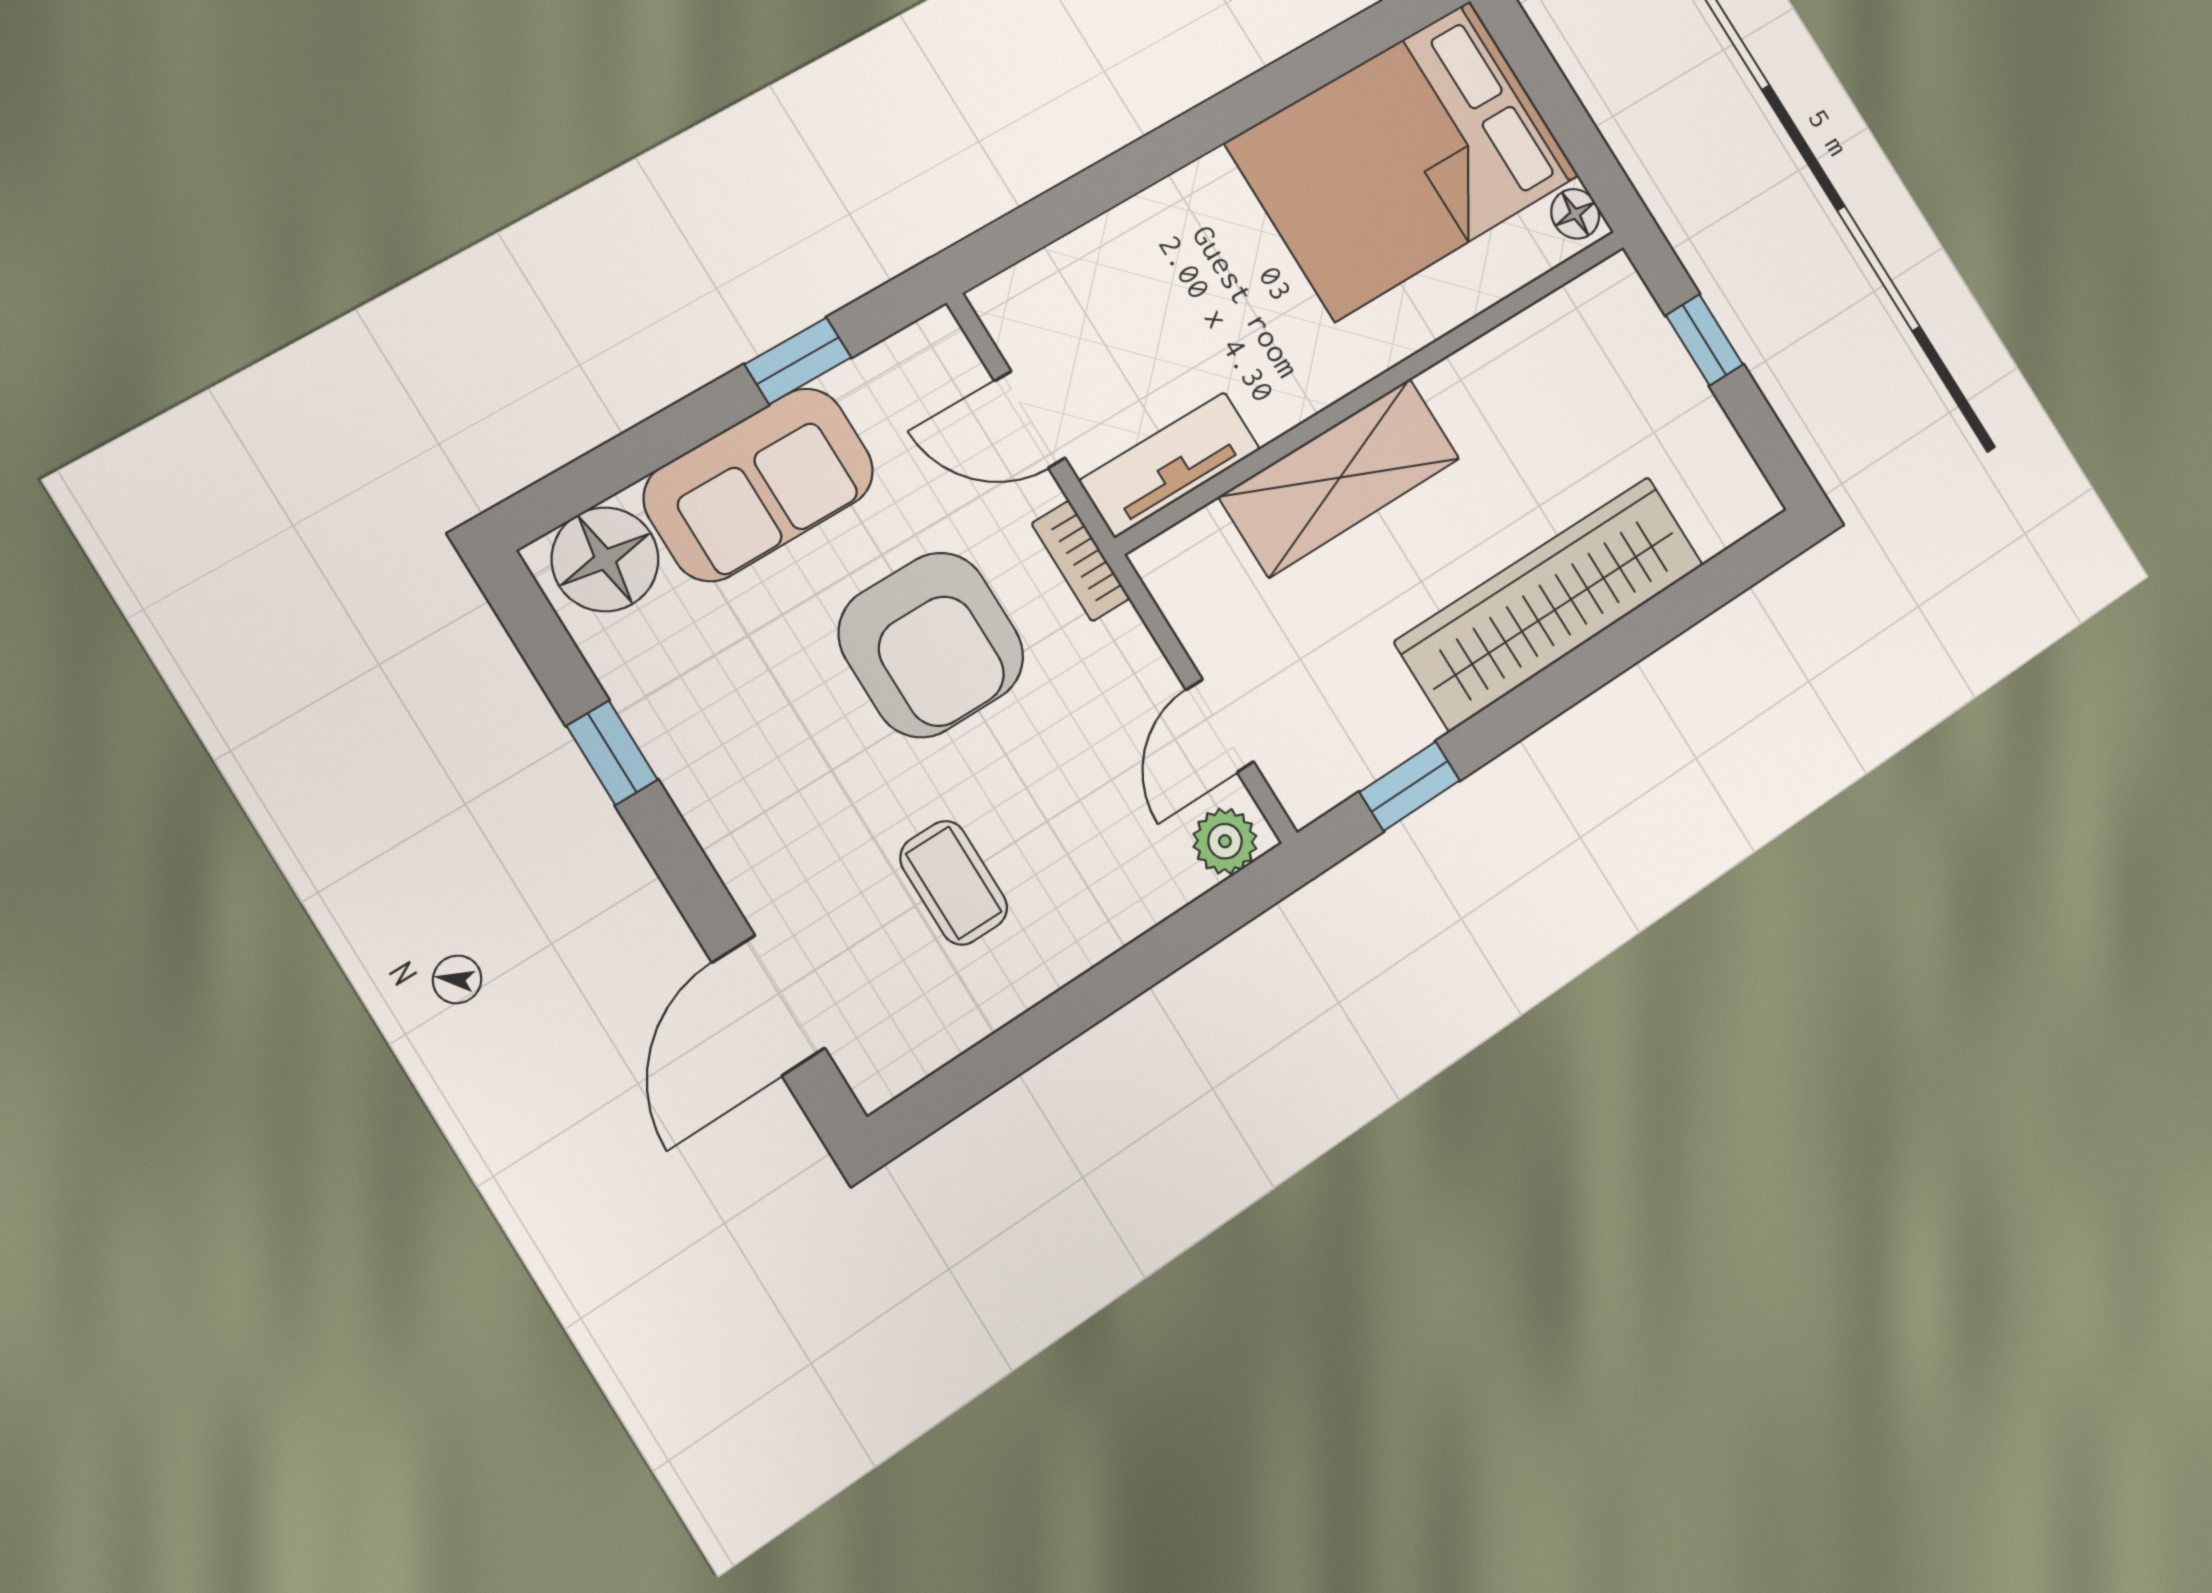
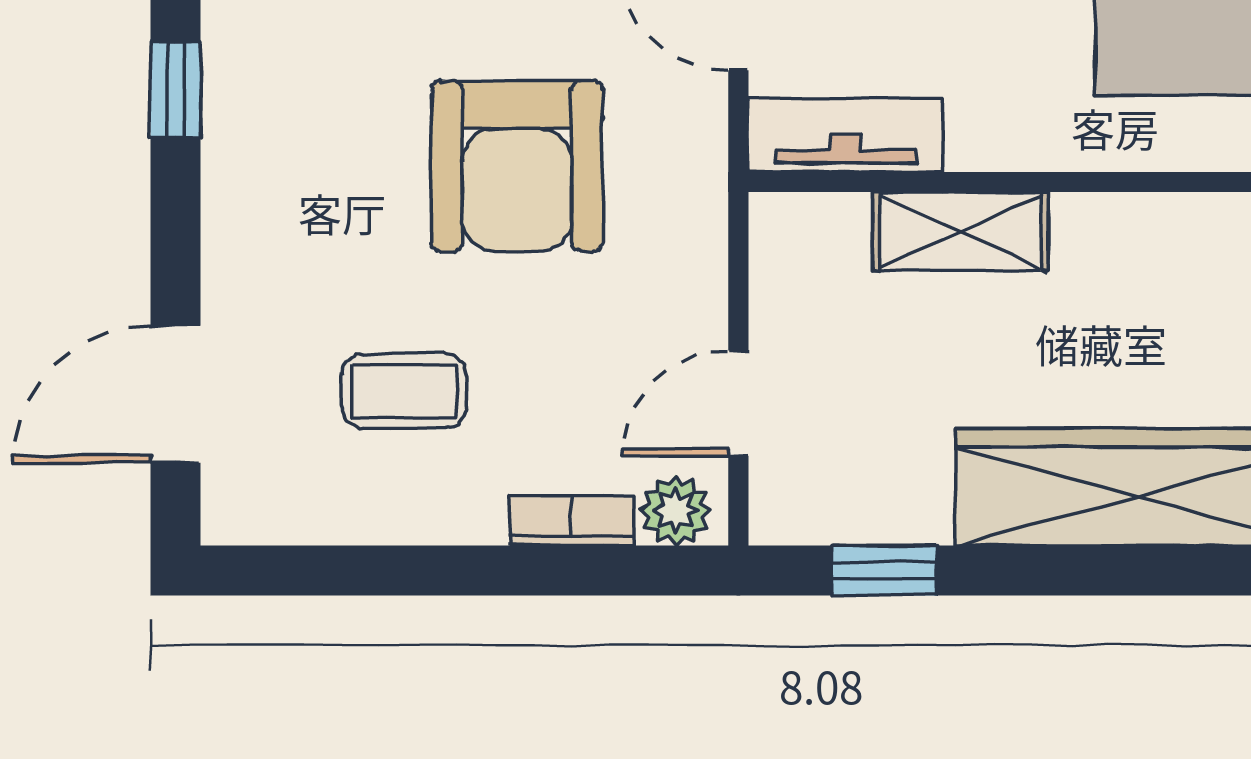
shelving: (1340, 478) -> (960, 231), width x0.67, depth x0.75
bookcase: (1081, 561) -> (571, 521), moved, turned 90
coffee table: (954, 883) -> (404, 391), turned 90

